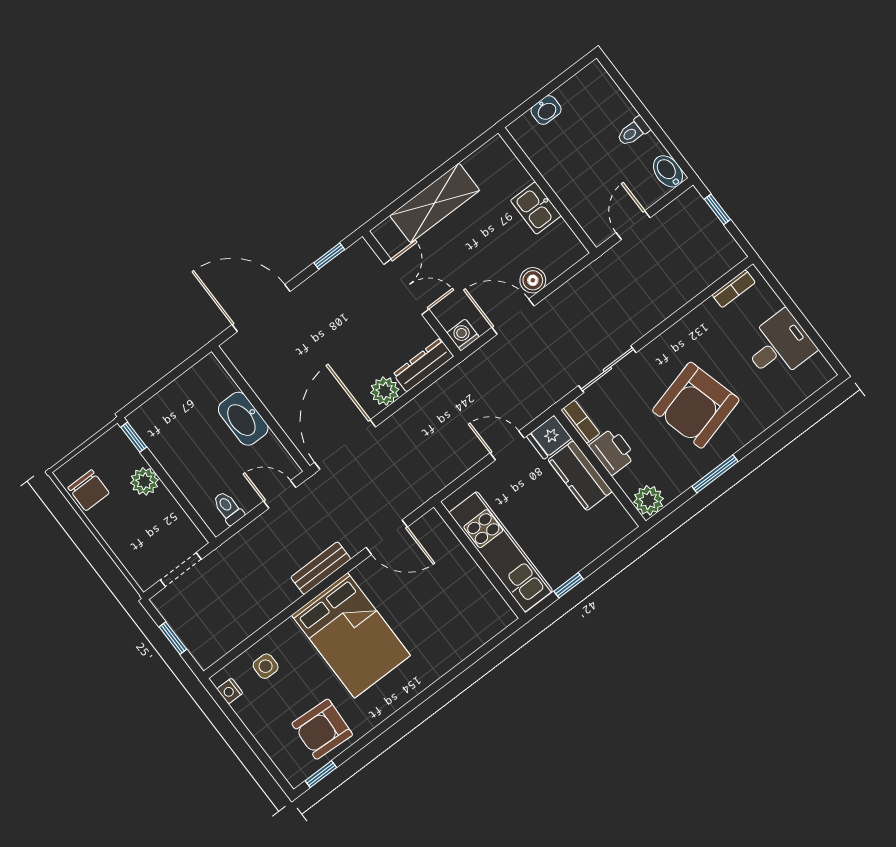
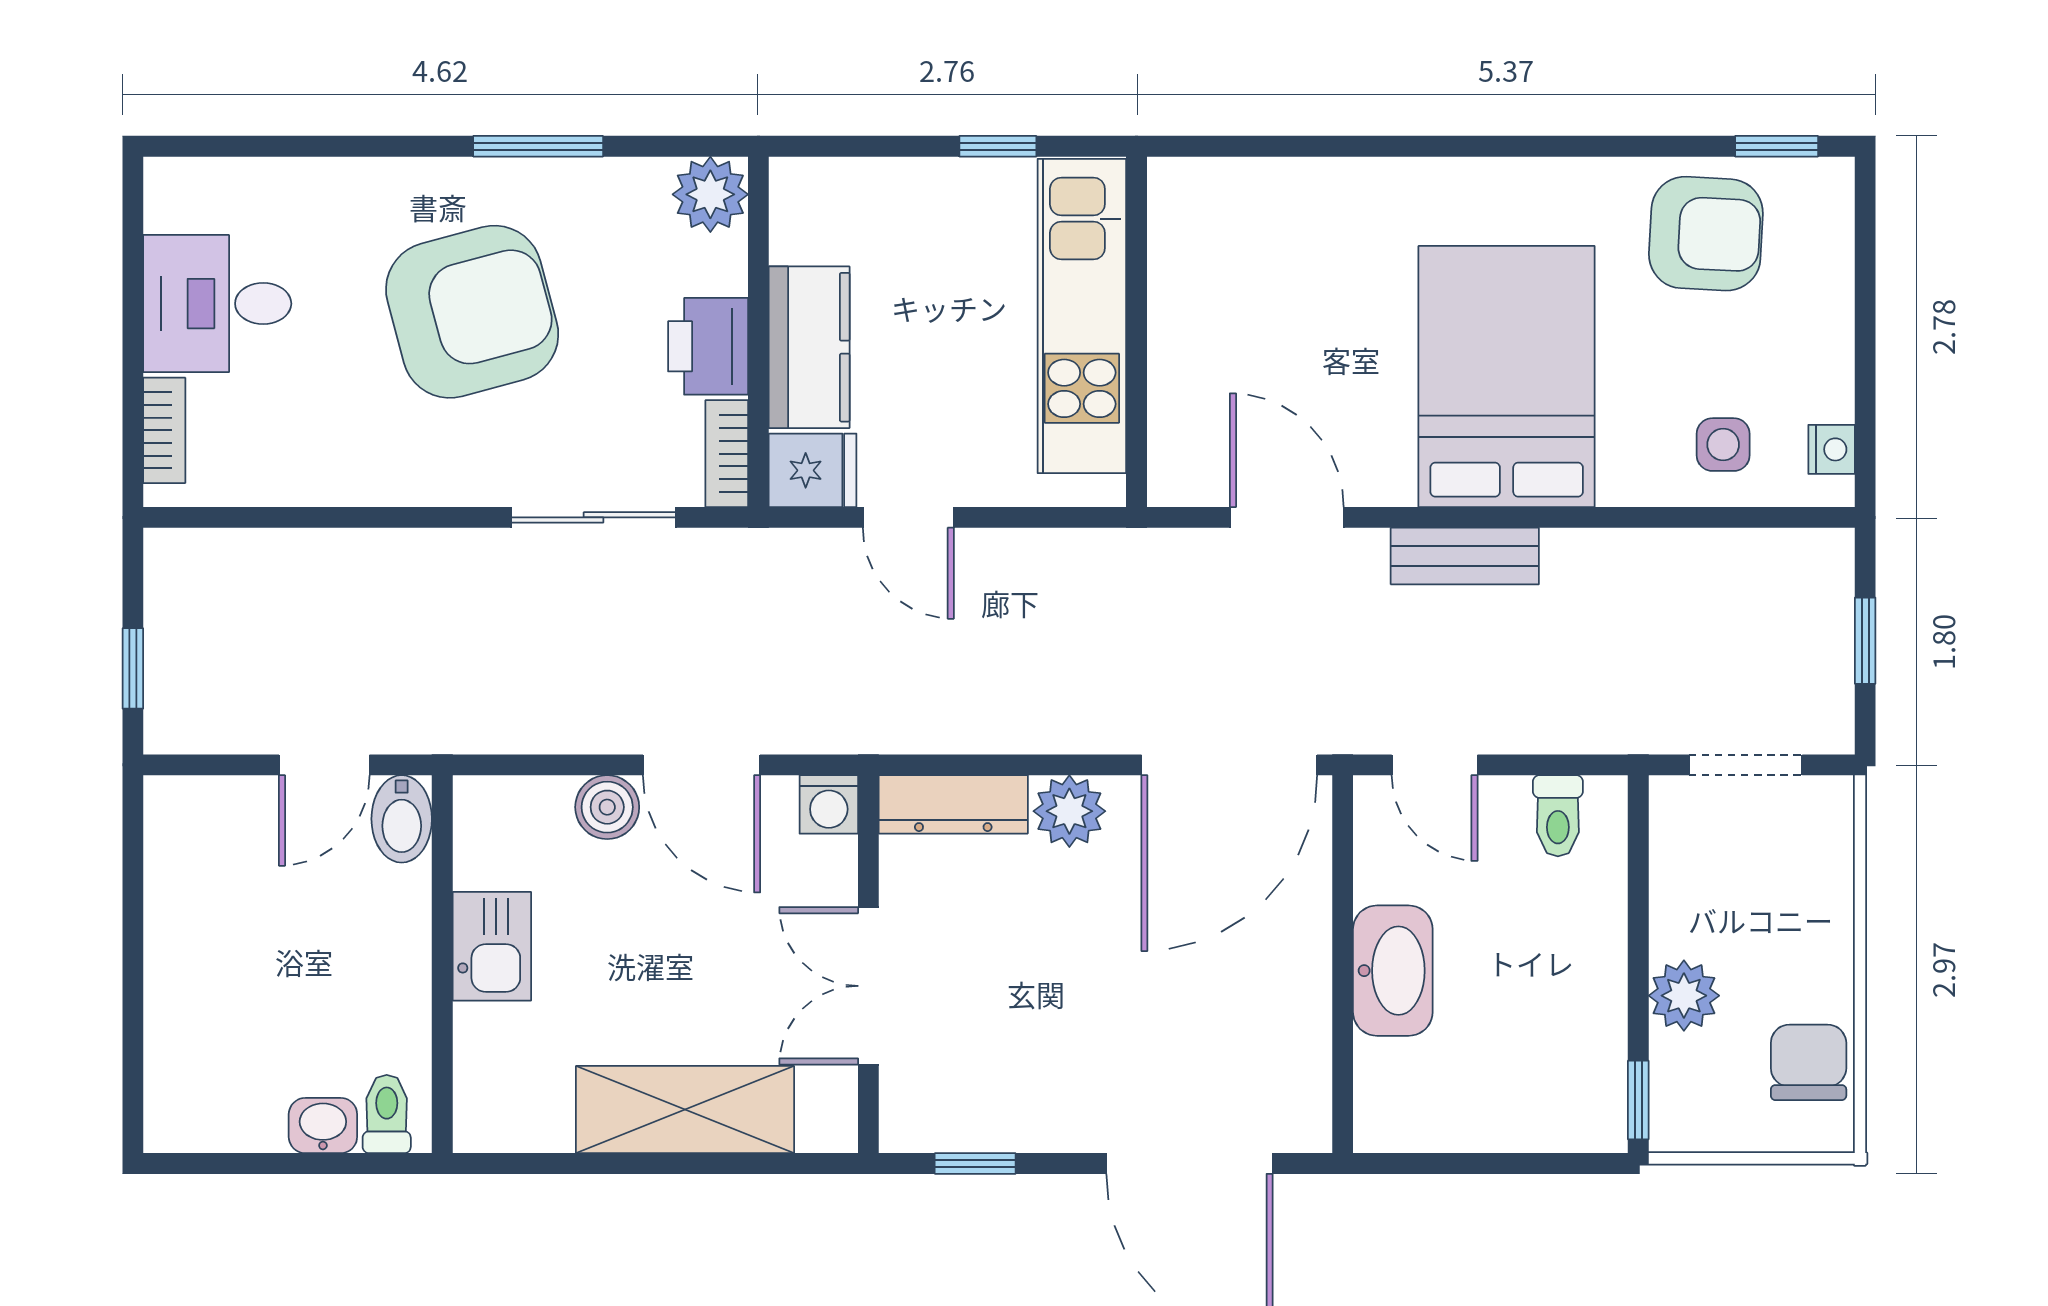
toilet: (633, 132) -> (387, 1114), moved, turned -90
bidet: (668, 171) -> (402, 819), moved
bookcase: (734, 289) -> (164, 430), moved, turned 90

